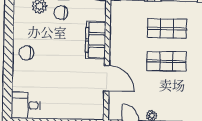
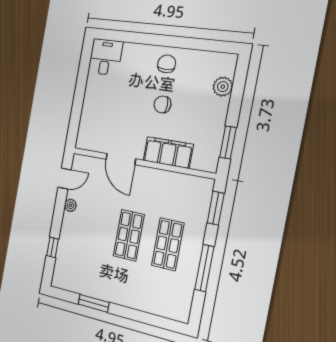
chair: (61, 13) -> (162, 104), moved, turned -90
door: (107, 78) -> (121, 159), hinge flipped

